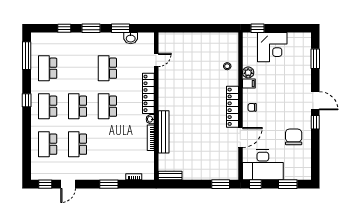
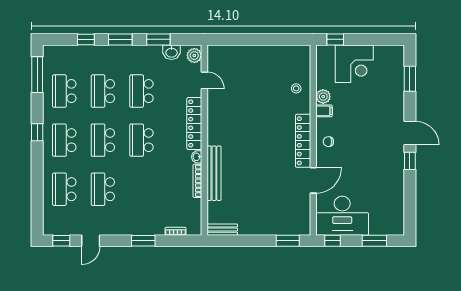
plant: (148, 41) -> (194, 55), added
door: (156, 60) -> (204, 80), hinge flipped
school desk: (78, 68) -> (103, 91), added
chair: (294, 137) -> (382, 180), removed

